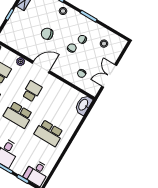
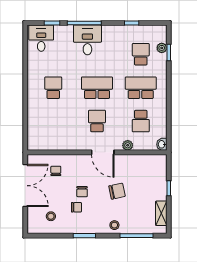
door: (41, 67) -> (103, 152), hinge flipped
double door: (109, 76) -> (25, 186), width x1.37
school desk: (32, 91) -> (97, 121), turned 180
washbasin: (83, 105) -> (34, 139), removed
school desk: (49, 133) -> (53, 88), width x0.54

